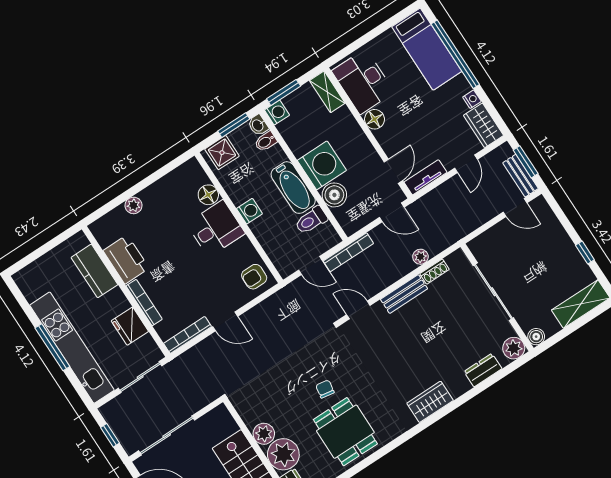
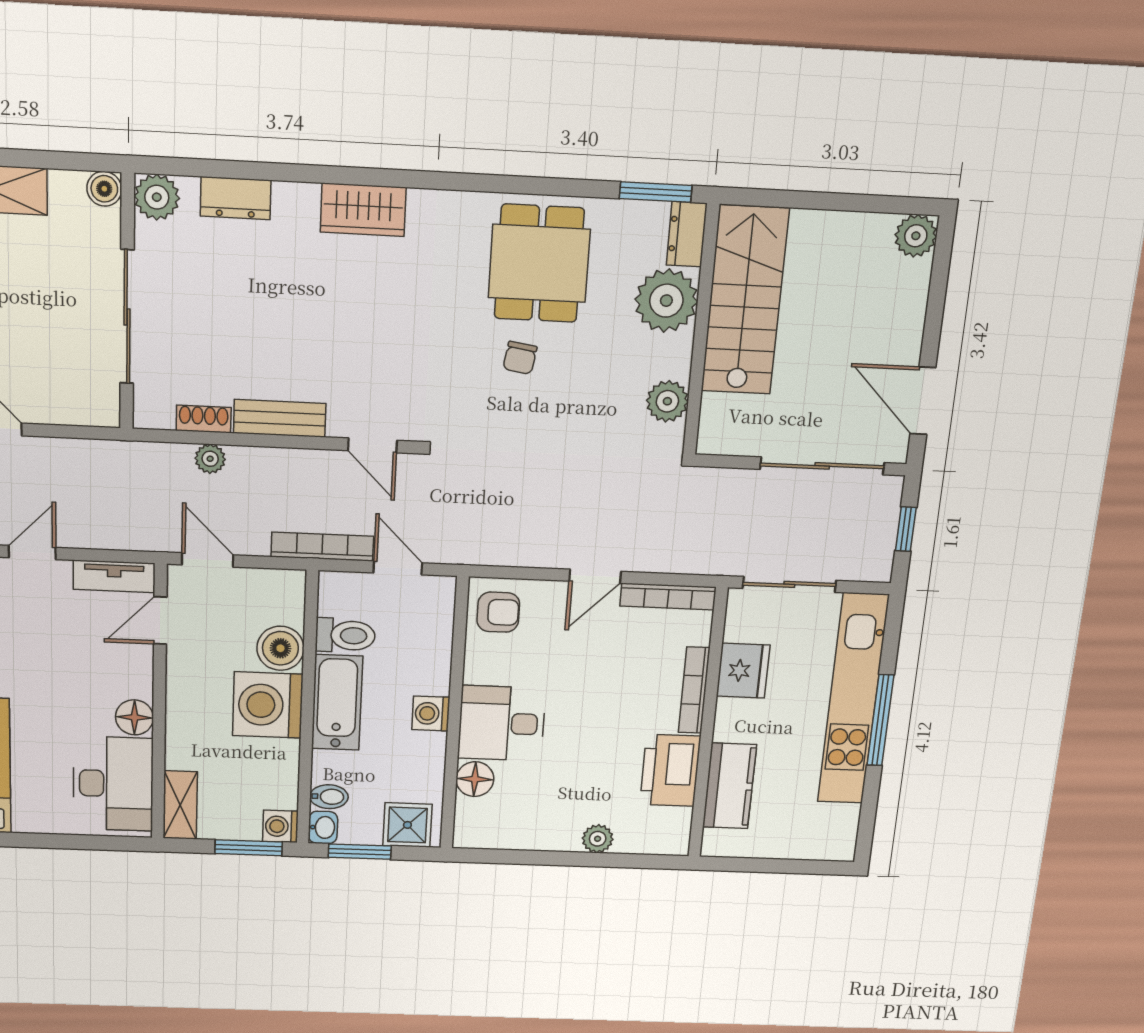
door: (225, 321) -> (595, 576), swing flipped
plant: (264, 434) -> (667, 401), moved

